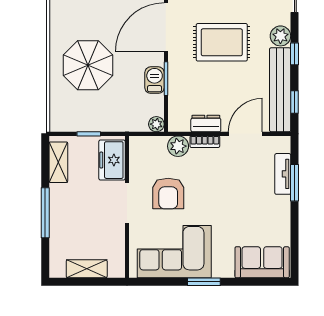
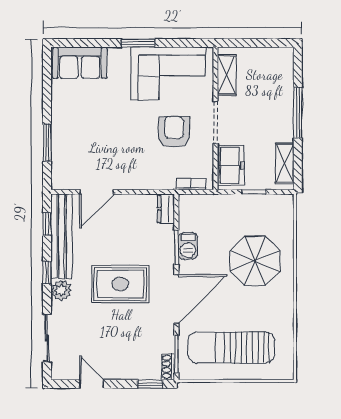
dresser: (206, 123) -> (166, 209), moved, turned 90
plant: (156, 124) -> (186, 202), removed
bookcase: (205, 142) -> (191, 184), moved
plant: (178, 146) -> (164, 180), removed
tv unit: (283, 174) -> (59, 152), removed
shelving: (87, 269) -> (227, 75), moved, turned 90

